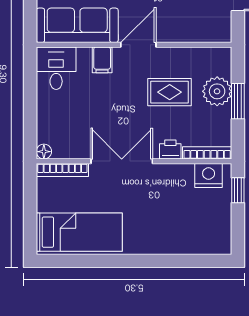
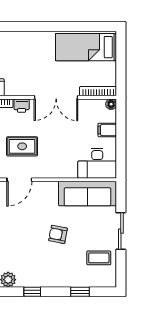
door: (138, 45) -> (19, 180), moved
filing cabinet: (102, 60) -> (107, 130), moved, turned -90
desk: (56, 68) -> (97, 163), width x1.37

